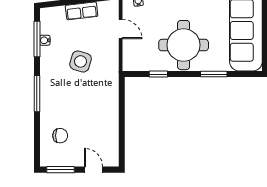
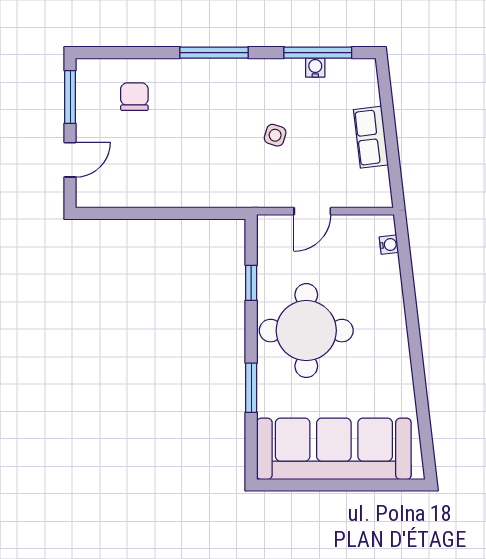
door: (121, 29) -> (312, 211), moved
side table: (81, 61) -> (275, 135), width x0.54, depth x0.54
chair: (60, 136) -> (134, 97), turned 180

